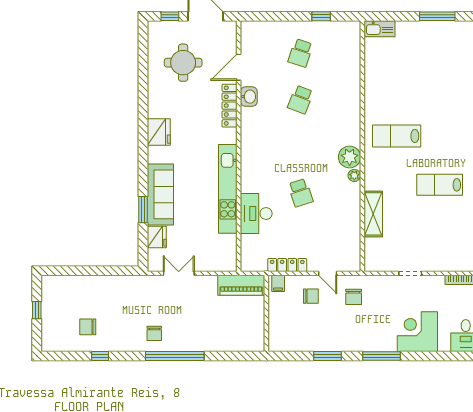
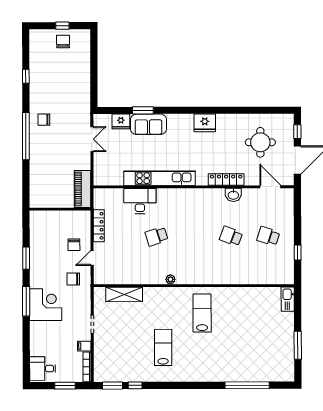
door: (239, 67) -> (270, 187), moved
plant: (350, 157) -> (185, 275), removed
sofa: (160, 194) -> (148, 124), width x0.73
shelving: (373, 214) -> (124, 294), moved
filing cabinet: (278, 283) -> (84, 346), moved
chair: (88, 327) -> (63, 42), moved
corner desk: (417, 332) -> (46, 305), moved

